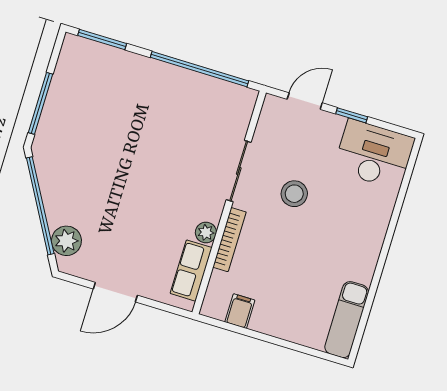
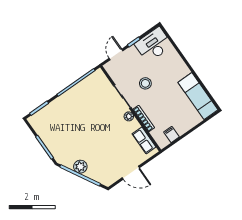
plant: (206, 232) -> (129, 116), moved
plant: (66, 241) -> (80, 167), moved
door: (115, 292) -> (131, 173), hinge flipped
exam couch: (347, 320) -> (198, 96), width x1.36, depth x1.45

